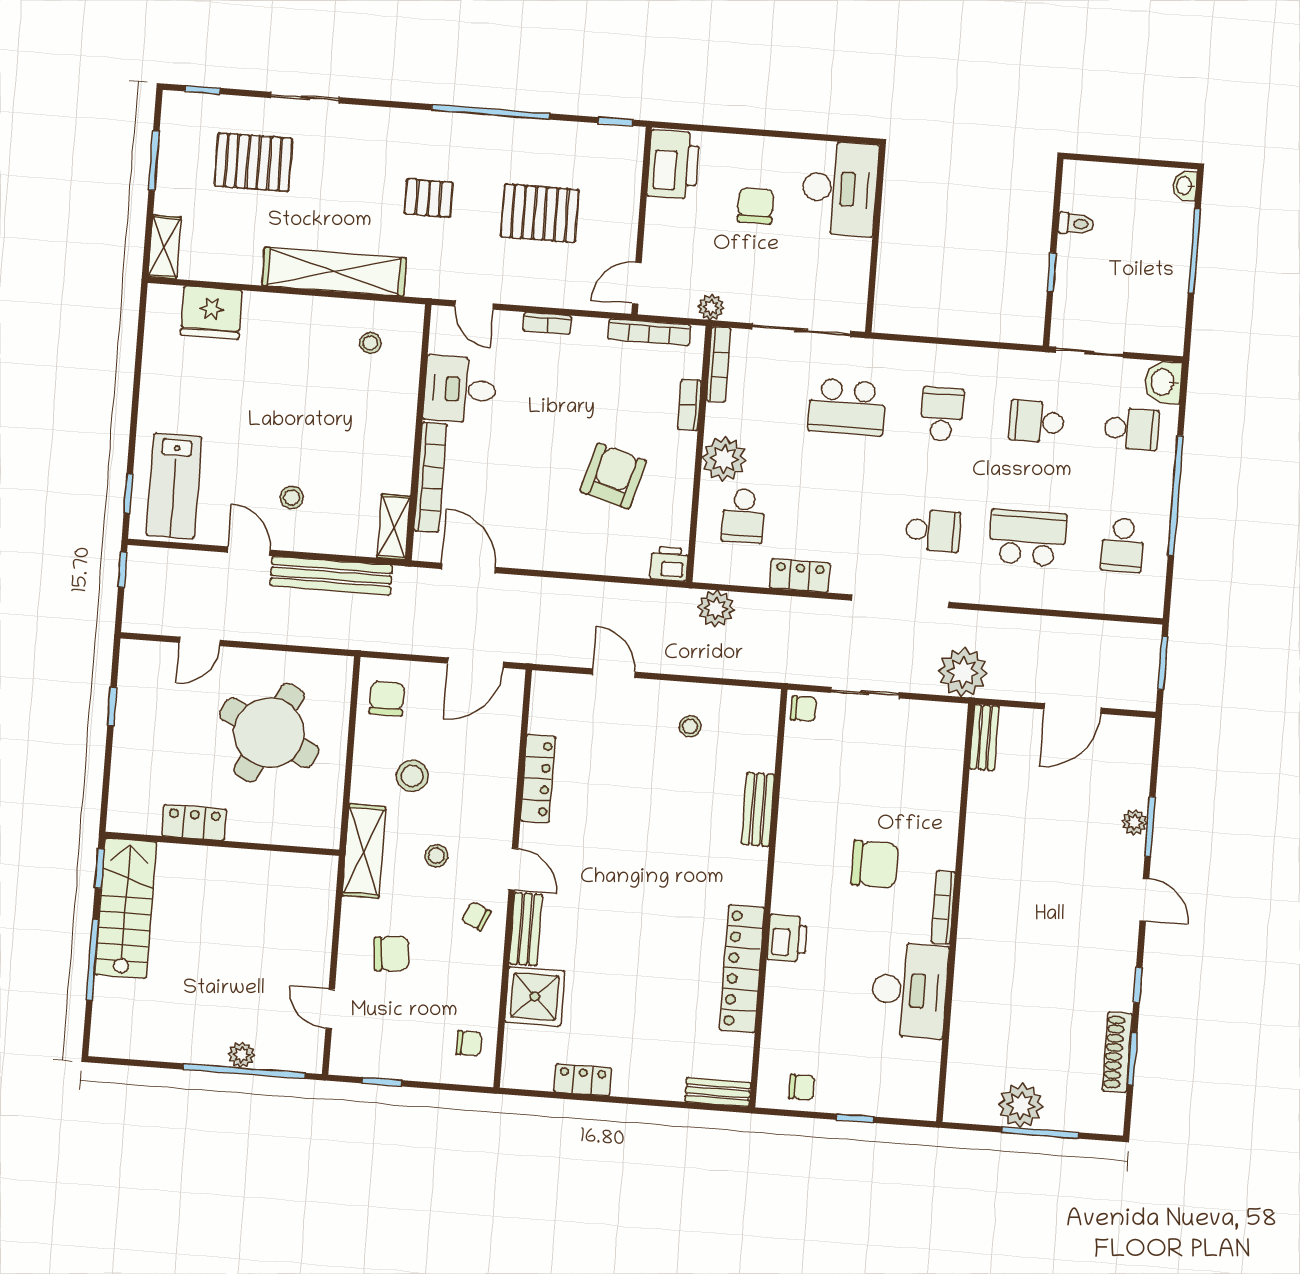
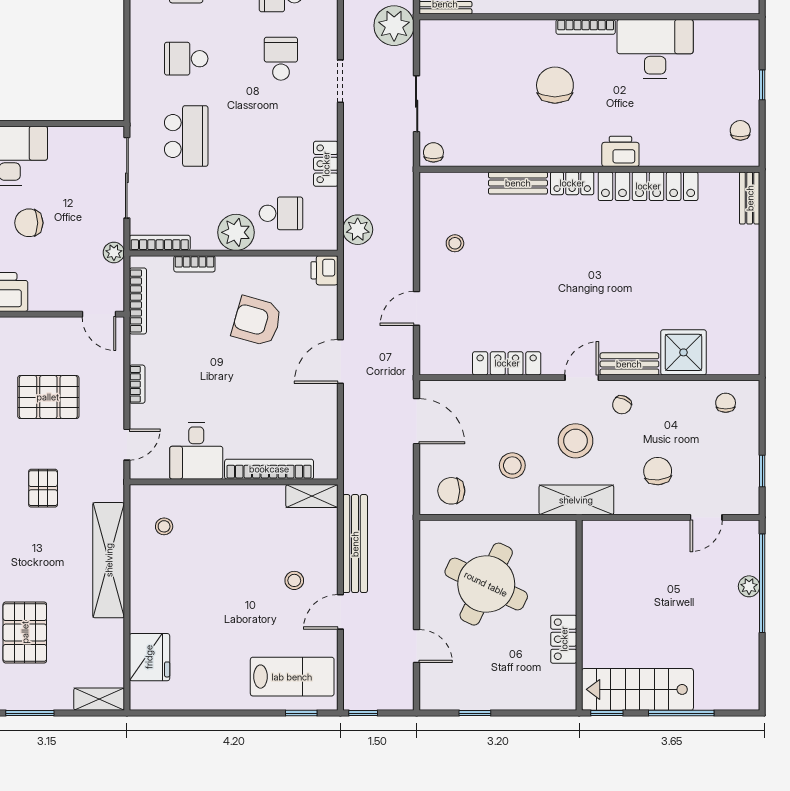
pallet: (540, 213) -> (48, 397), turned 90
door: (469, 568) -> (340, 361), moved
doorway: (900, 601) -> (340, 81), width x0.53
stool: (436, 856) -> (575, 441), width x1.89, depth x1.89
locker: (583, 1080) -> (572, 183), moved, turned -90

